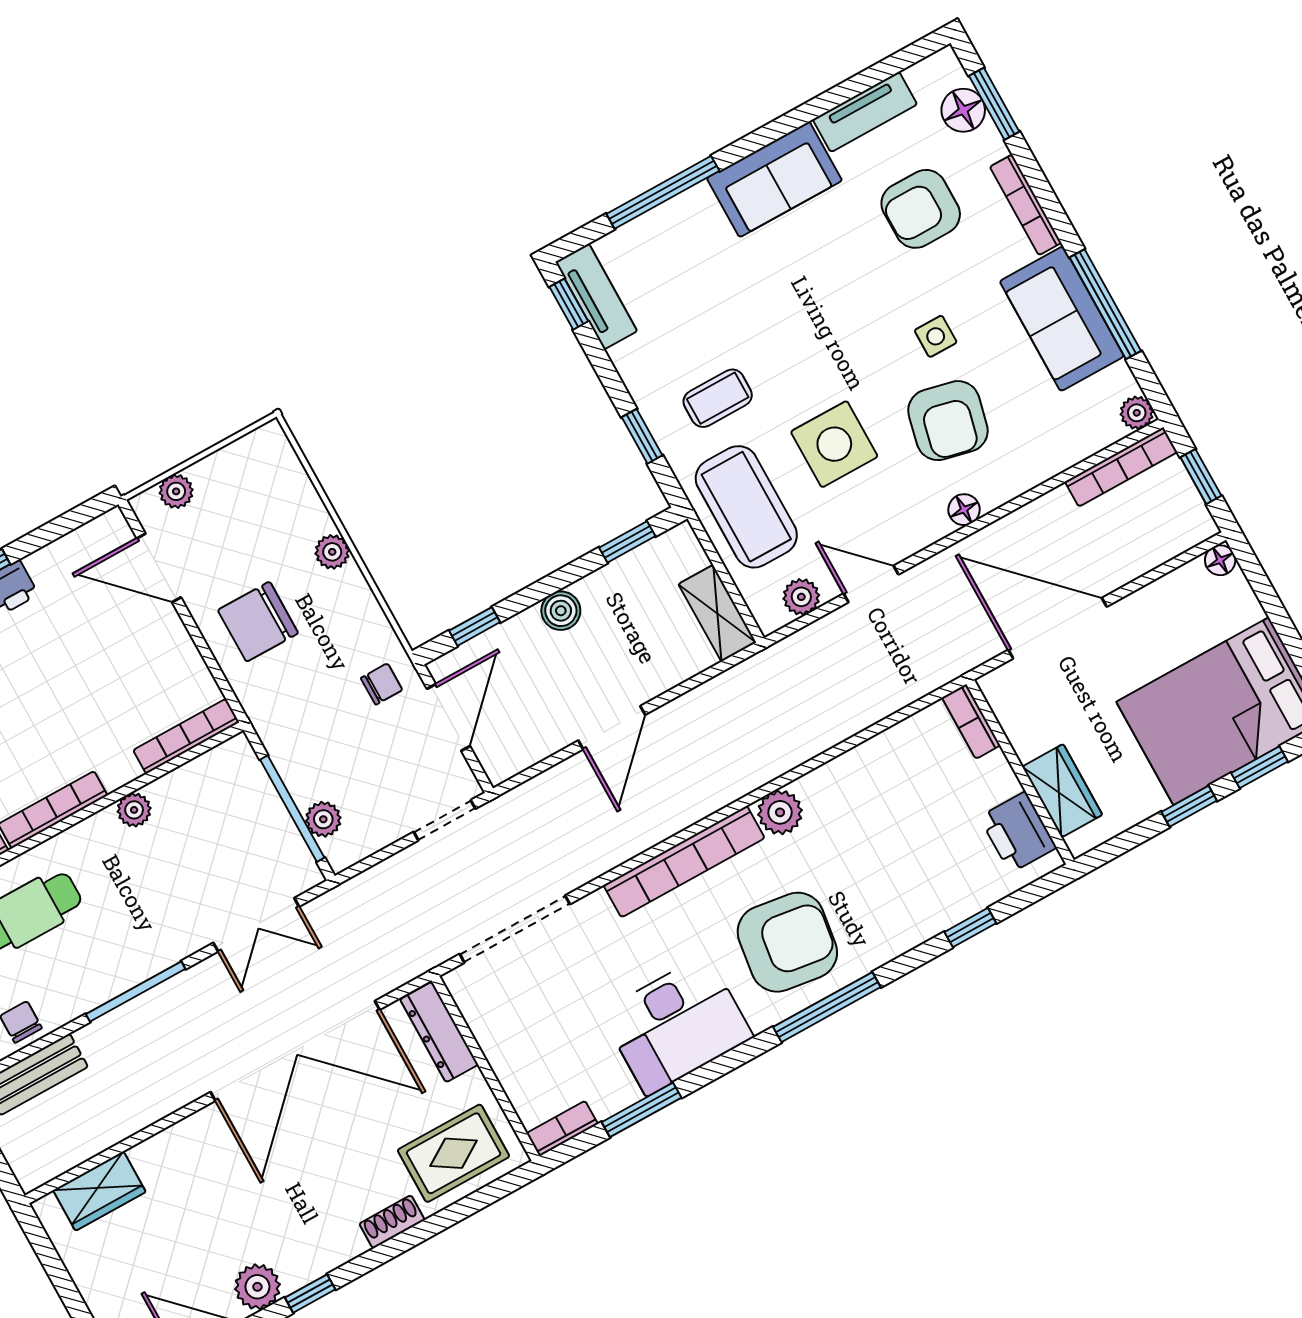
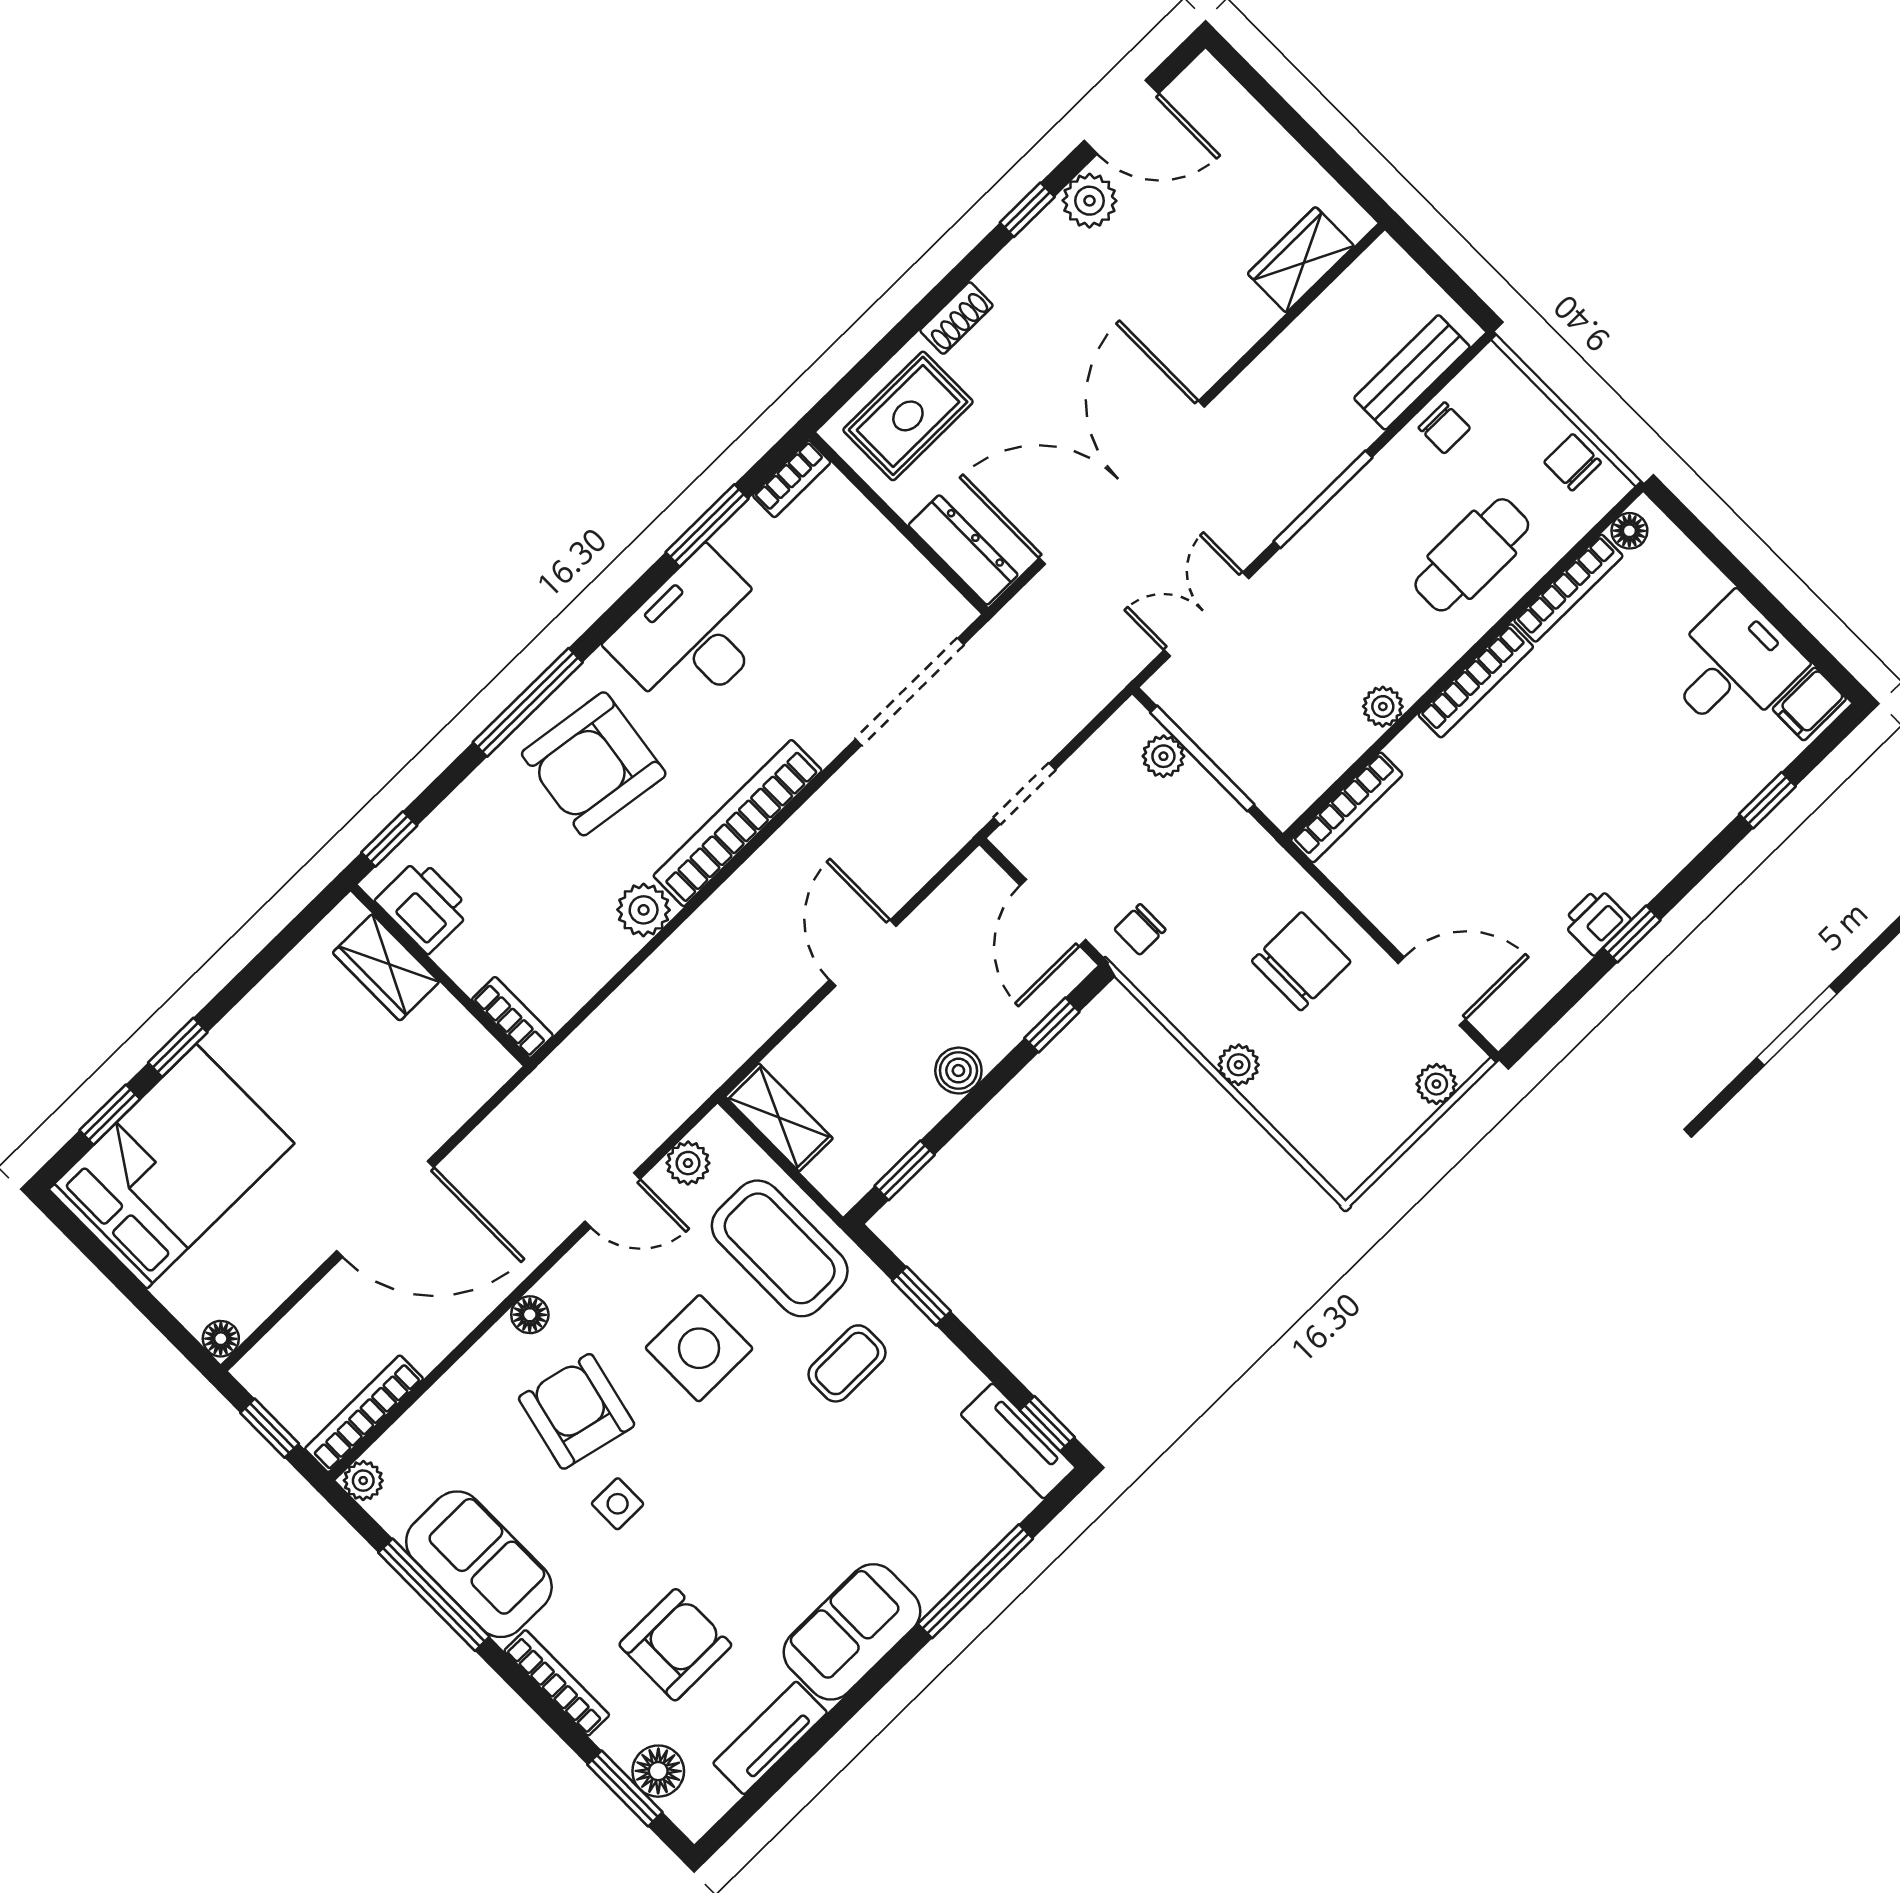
bookcase: (971, 721) -> (512, 1017), moved
wall: (1020, 772) -> (440, 975), moved
wardrobe: (1062, 791) -> (386, 967), moved
printer: (1018, 832) -> (423, 906), moved

